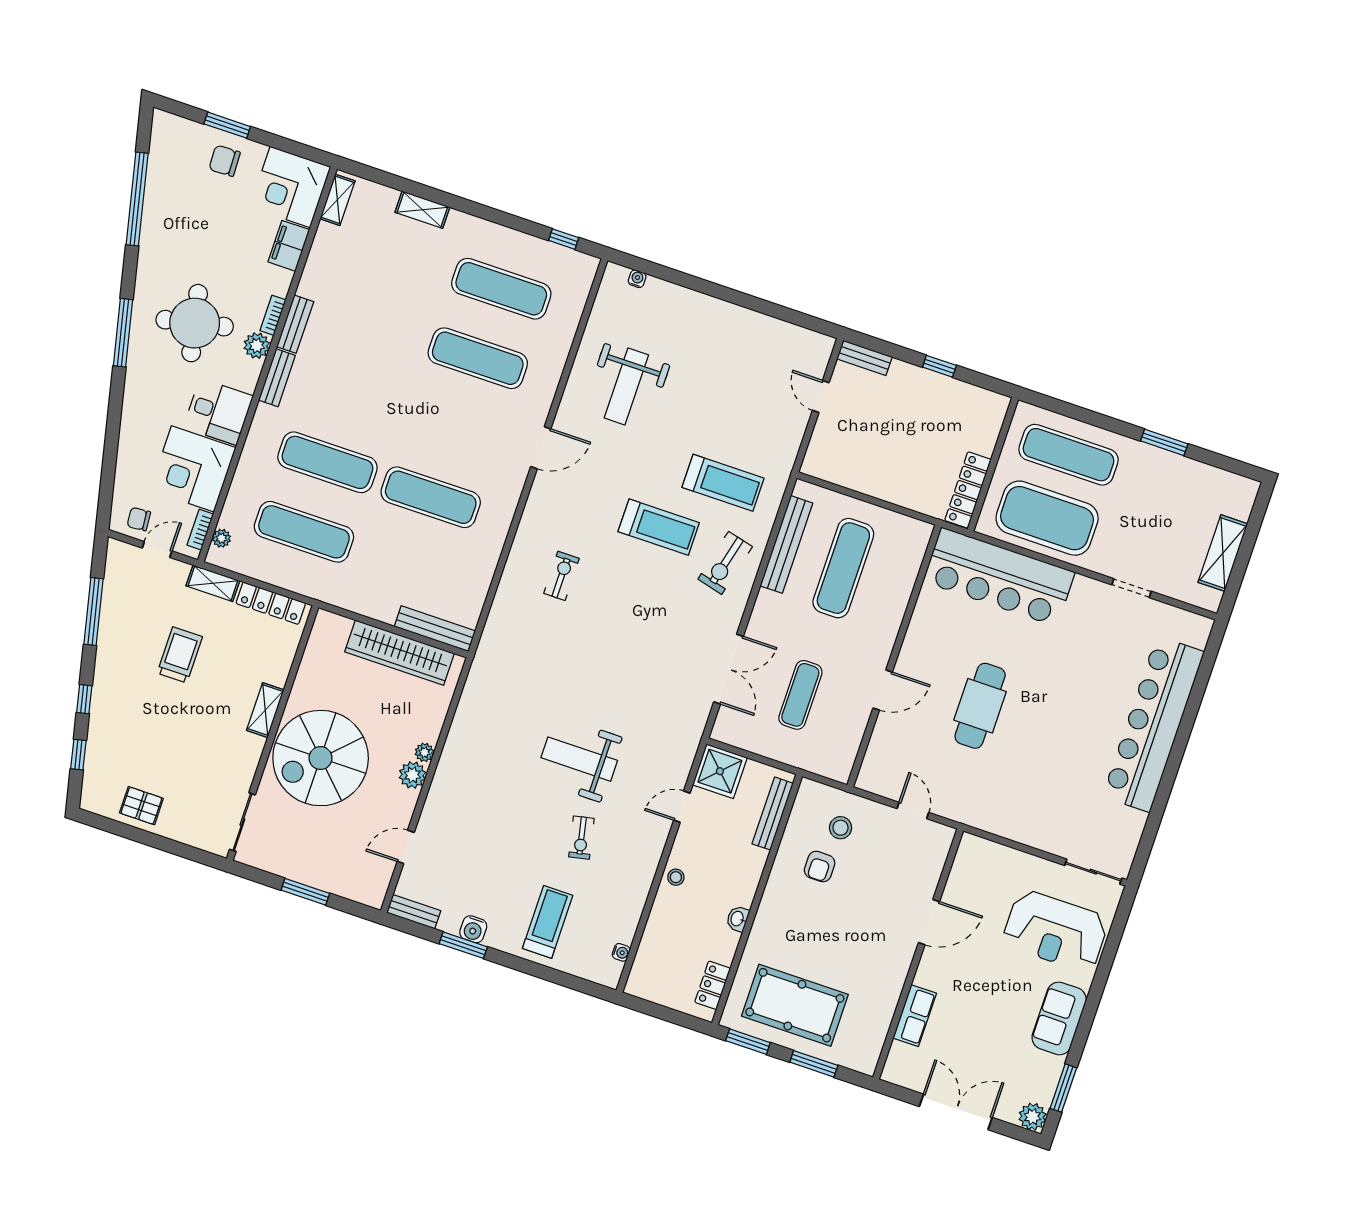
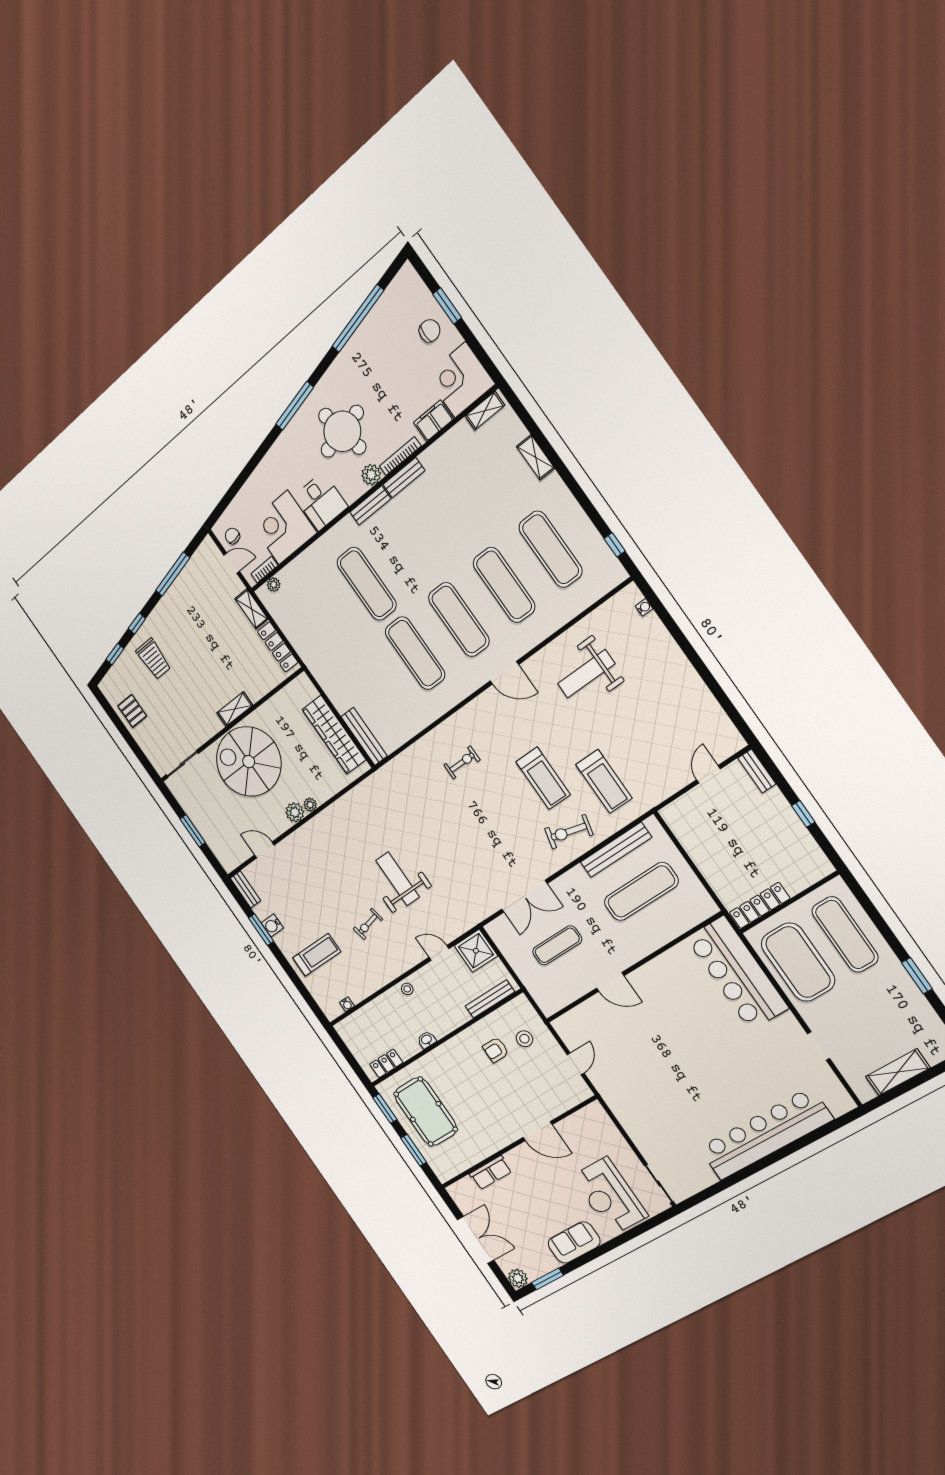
chair: (225, 161) -> (430, 331), turned 92
bookcase: (273, 315) -> (400, 456), width x1.56
exercise mat: (304, 532) -> (459, 620), moved
trolley: (180, 655) -> (153, 659), moved, turned 90
cafe table: (980, 706) -> (664, 1038), removed

